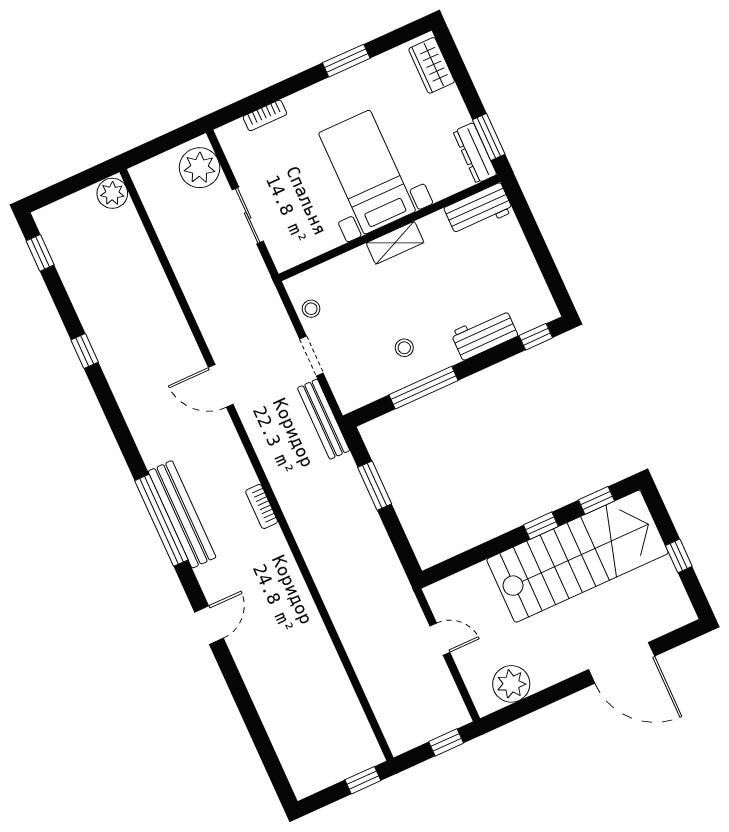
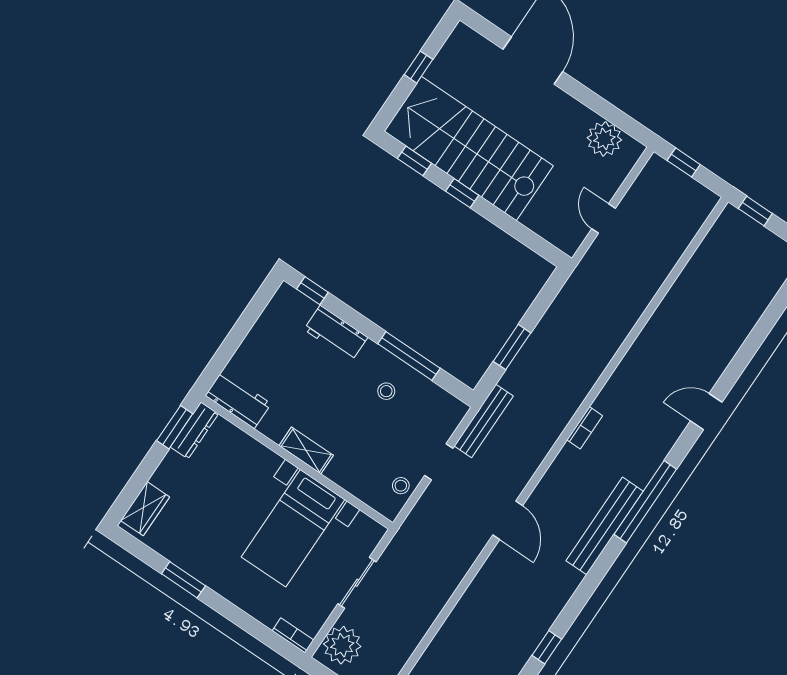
bookcase: (265, 115) -> (293, 635), moved
bed with nightstands: (367, 172) -> (293, 528), moved
bench: (182, 514) -> (605, 526), moved

